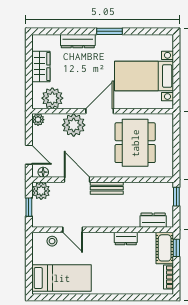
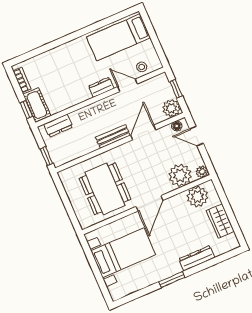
plant: (74, 125) -> (180, 175), moved
door: (77, 180) -> (143, 132), swing flipped
dresser: (126, 238) -> (101, 87), moved

